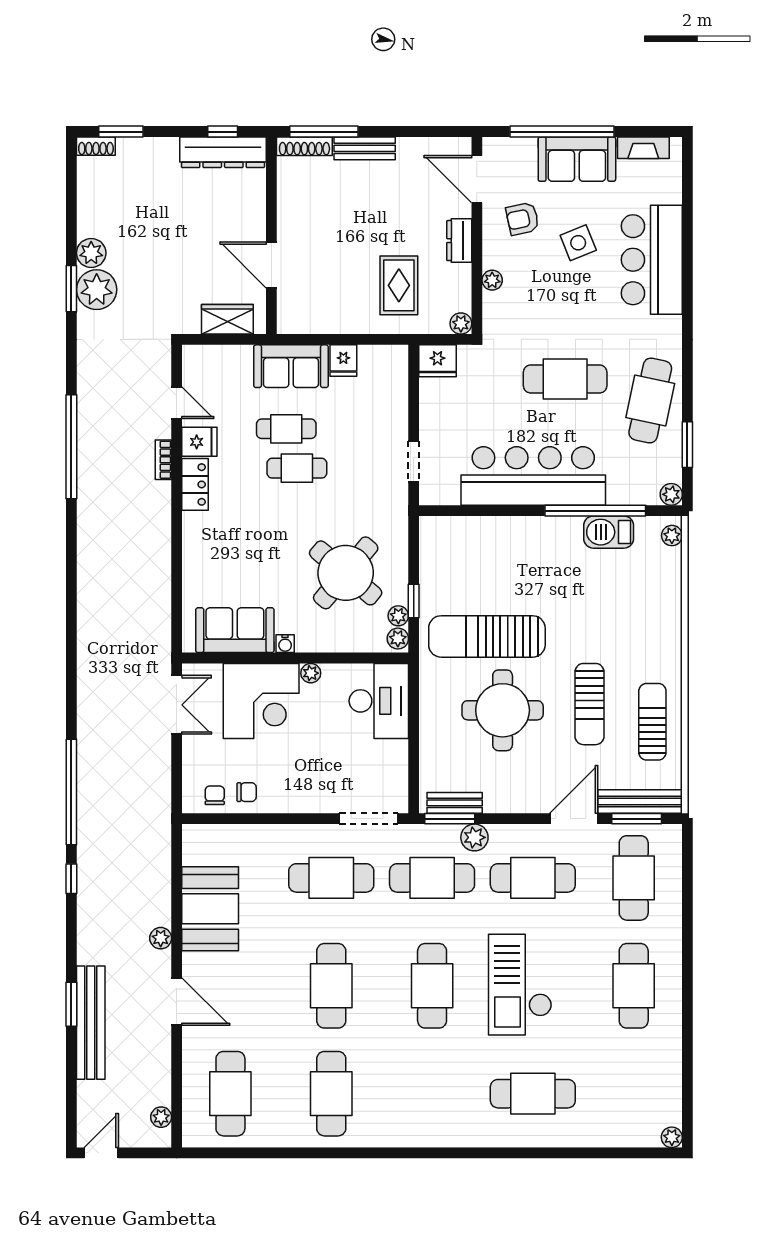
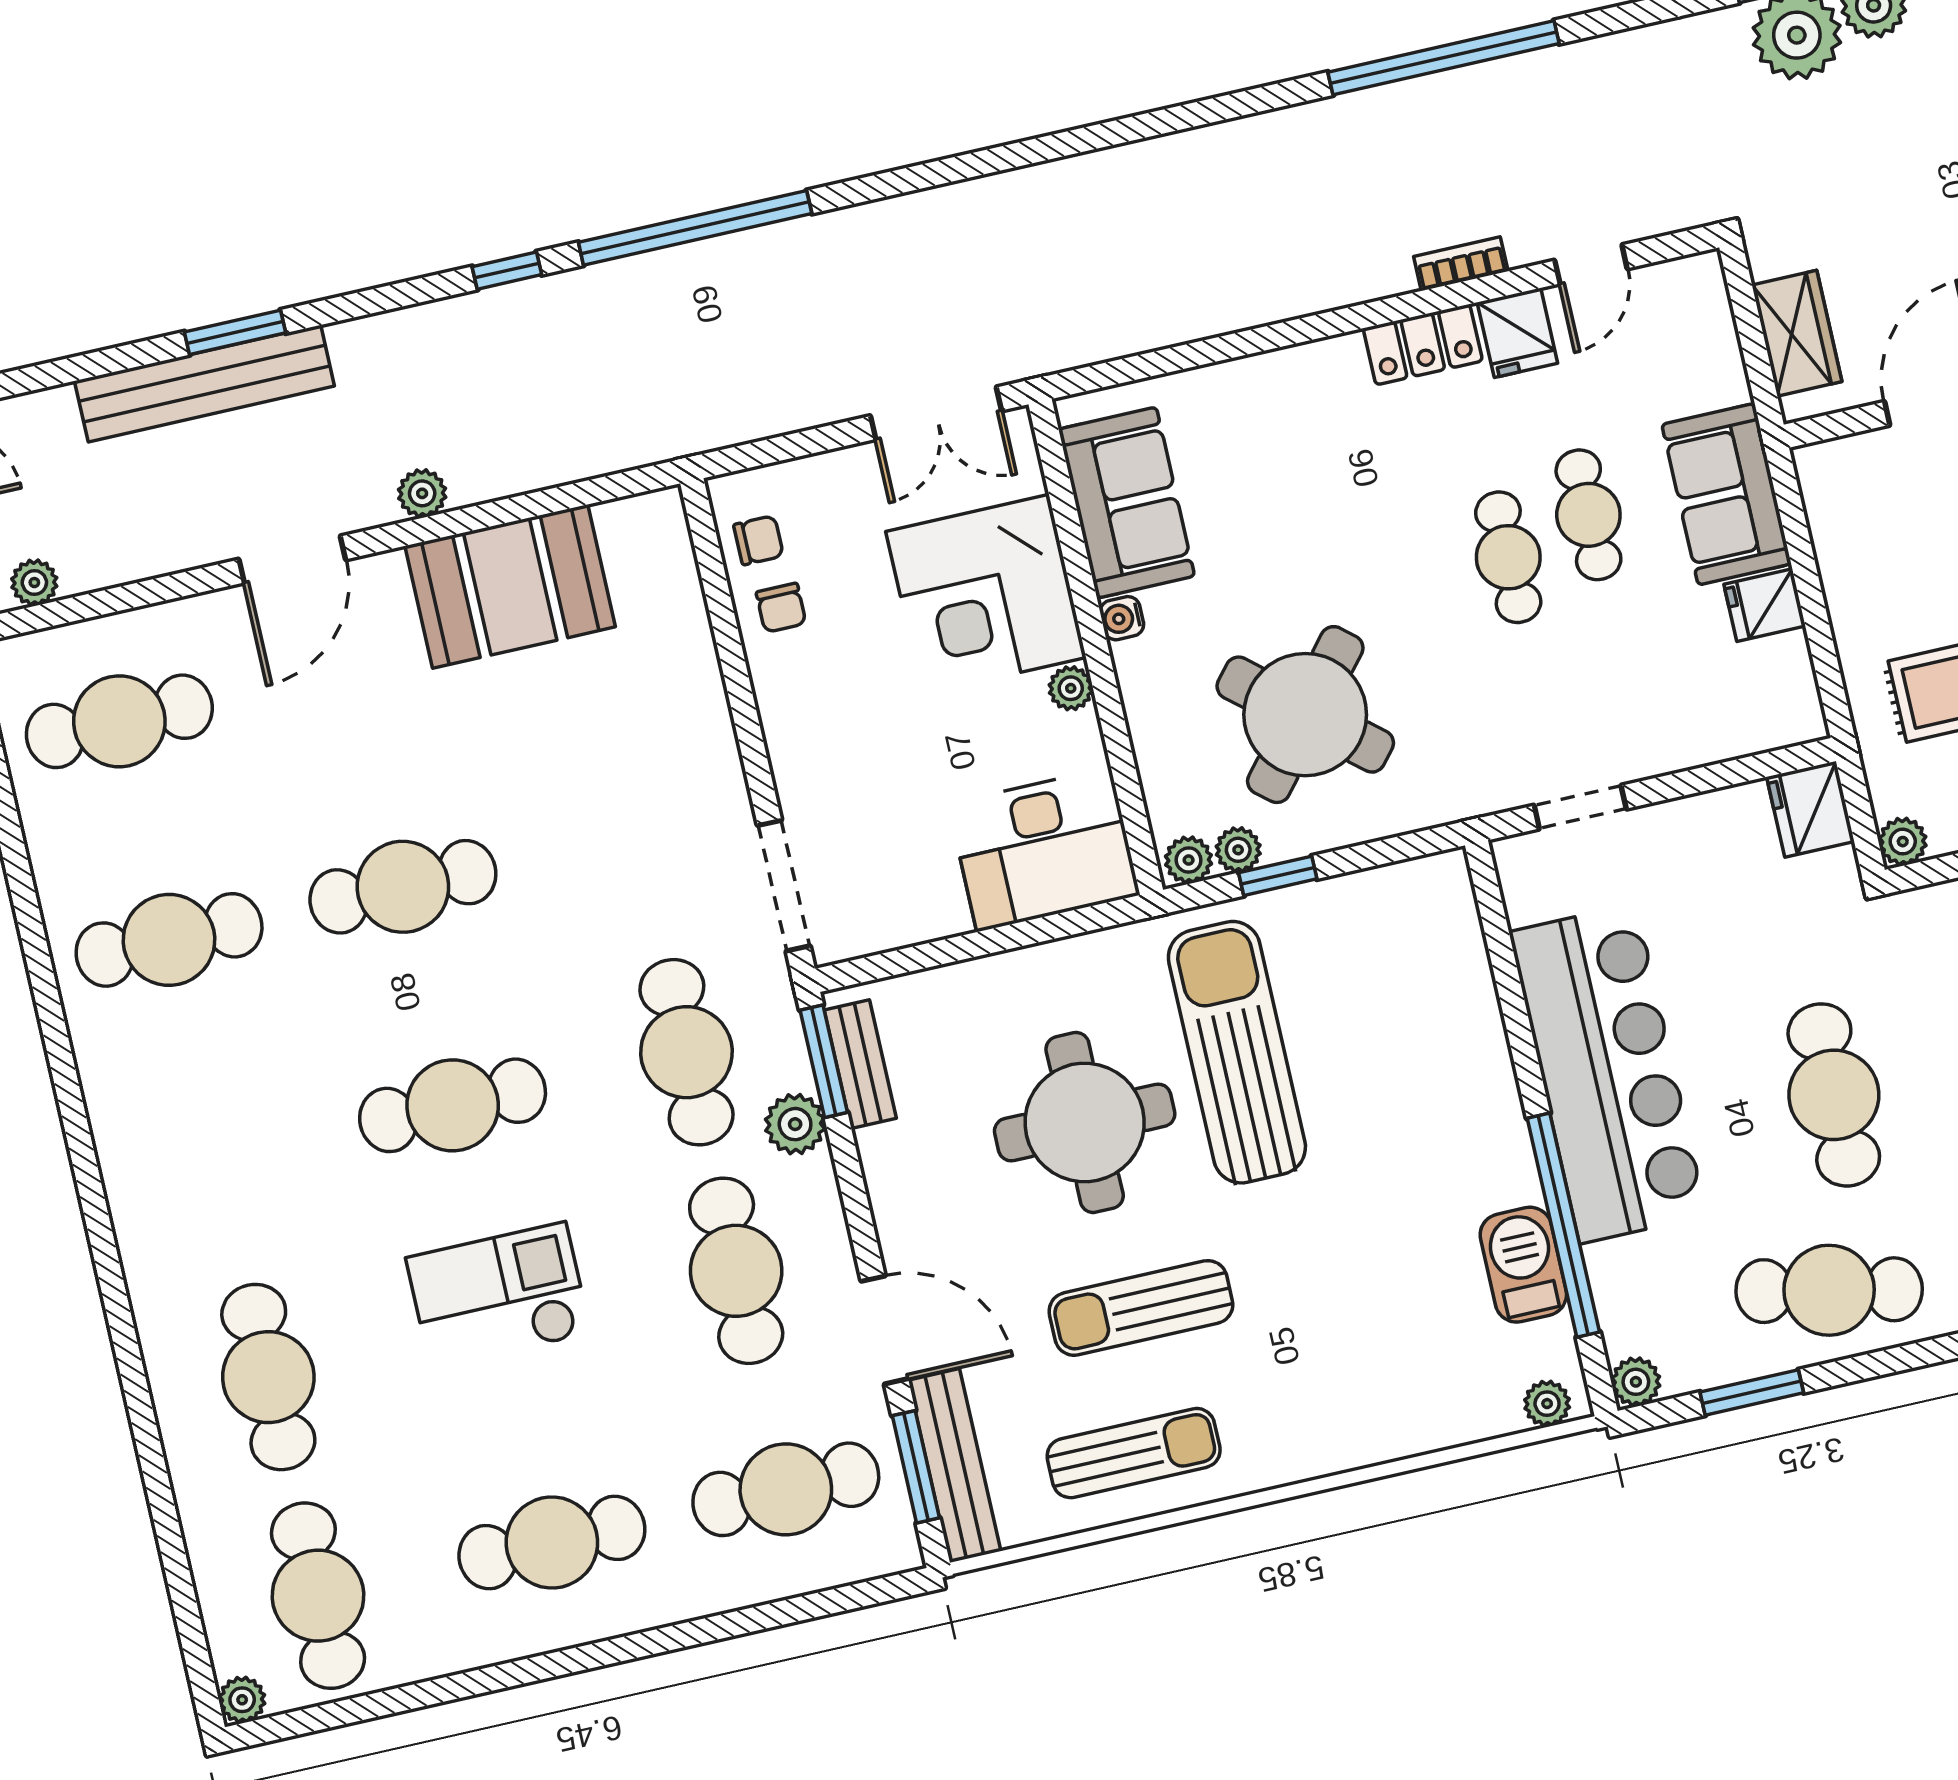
cafe table: (331, 878) -> (318, 1596), moved
checkout: (520, 985) -> (498, 1296), width x0.73, depth x0.83

